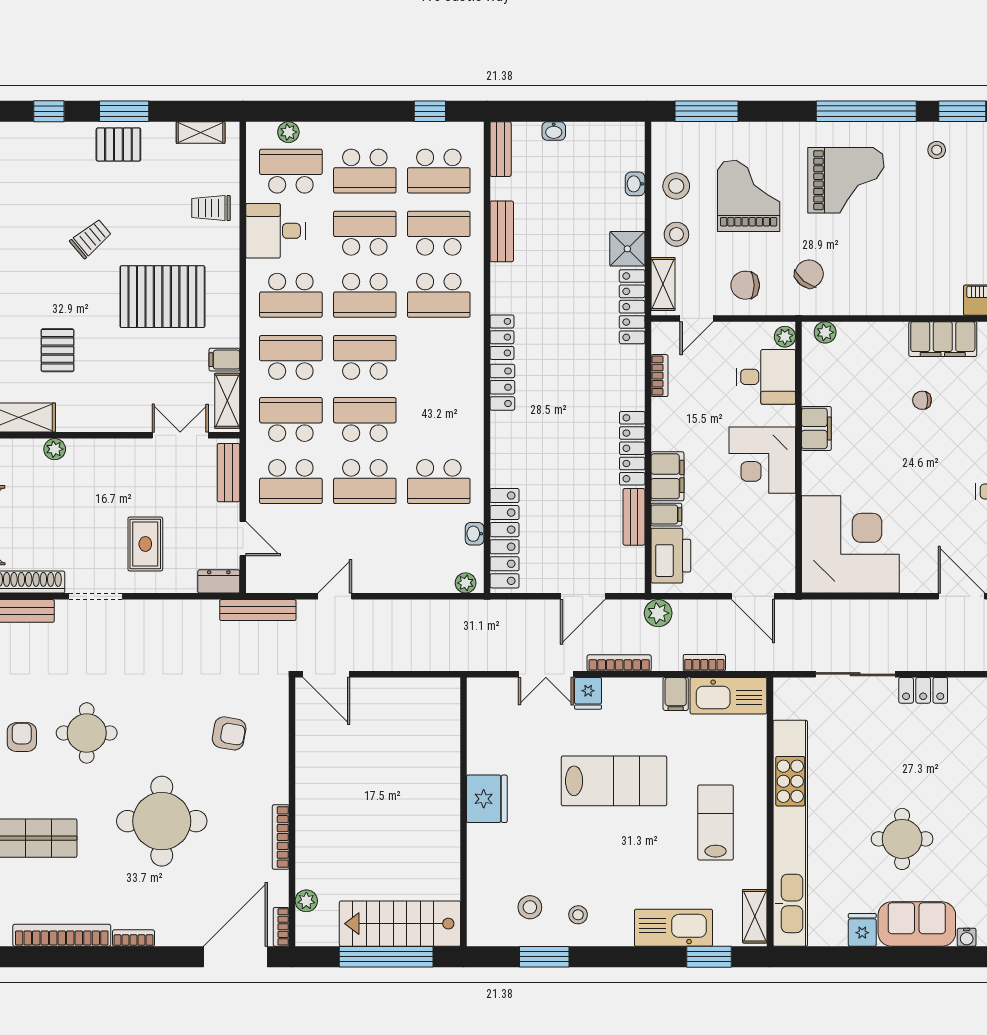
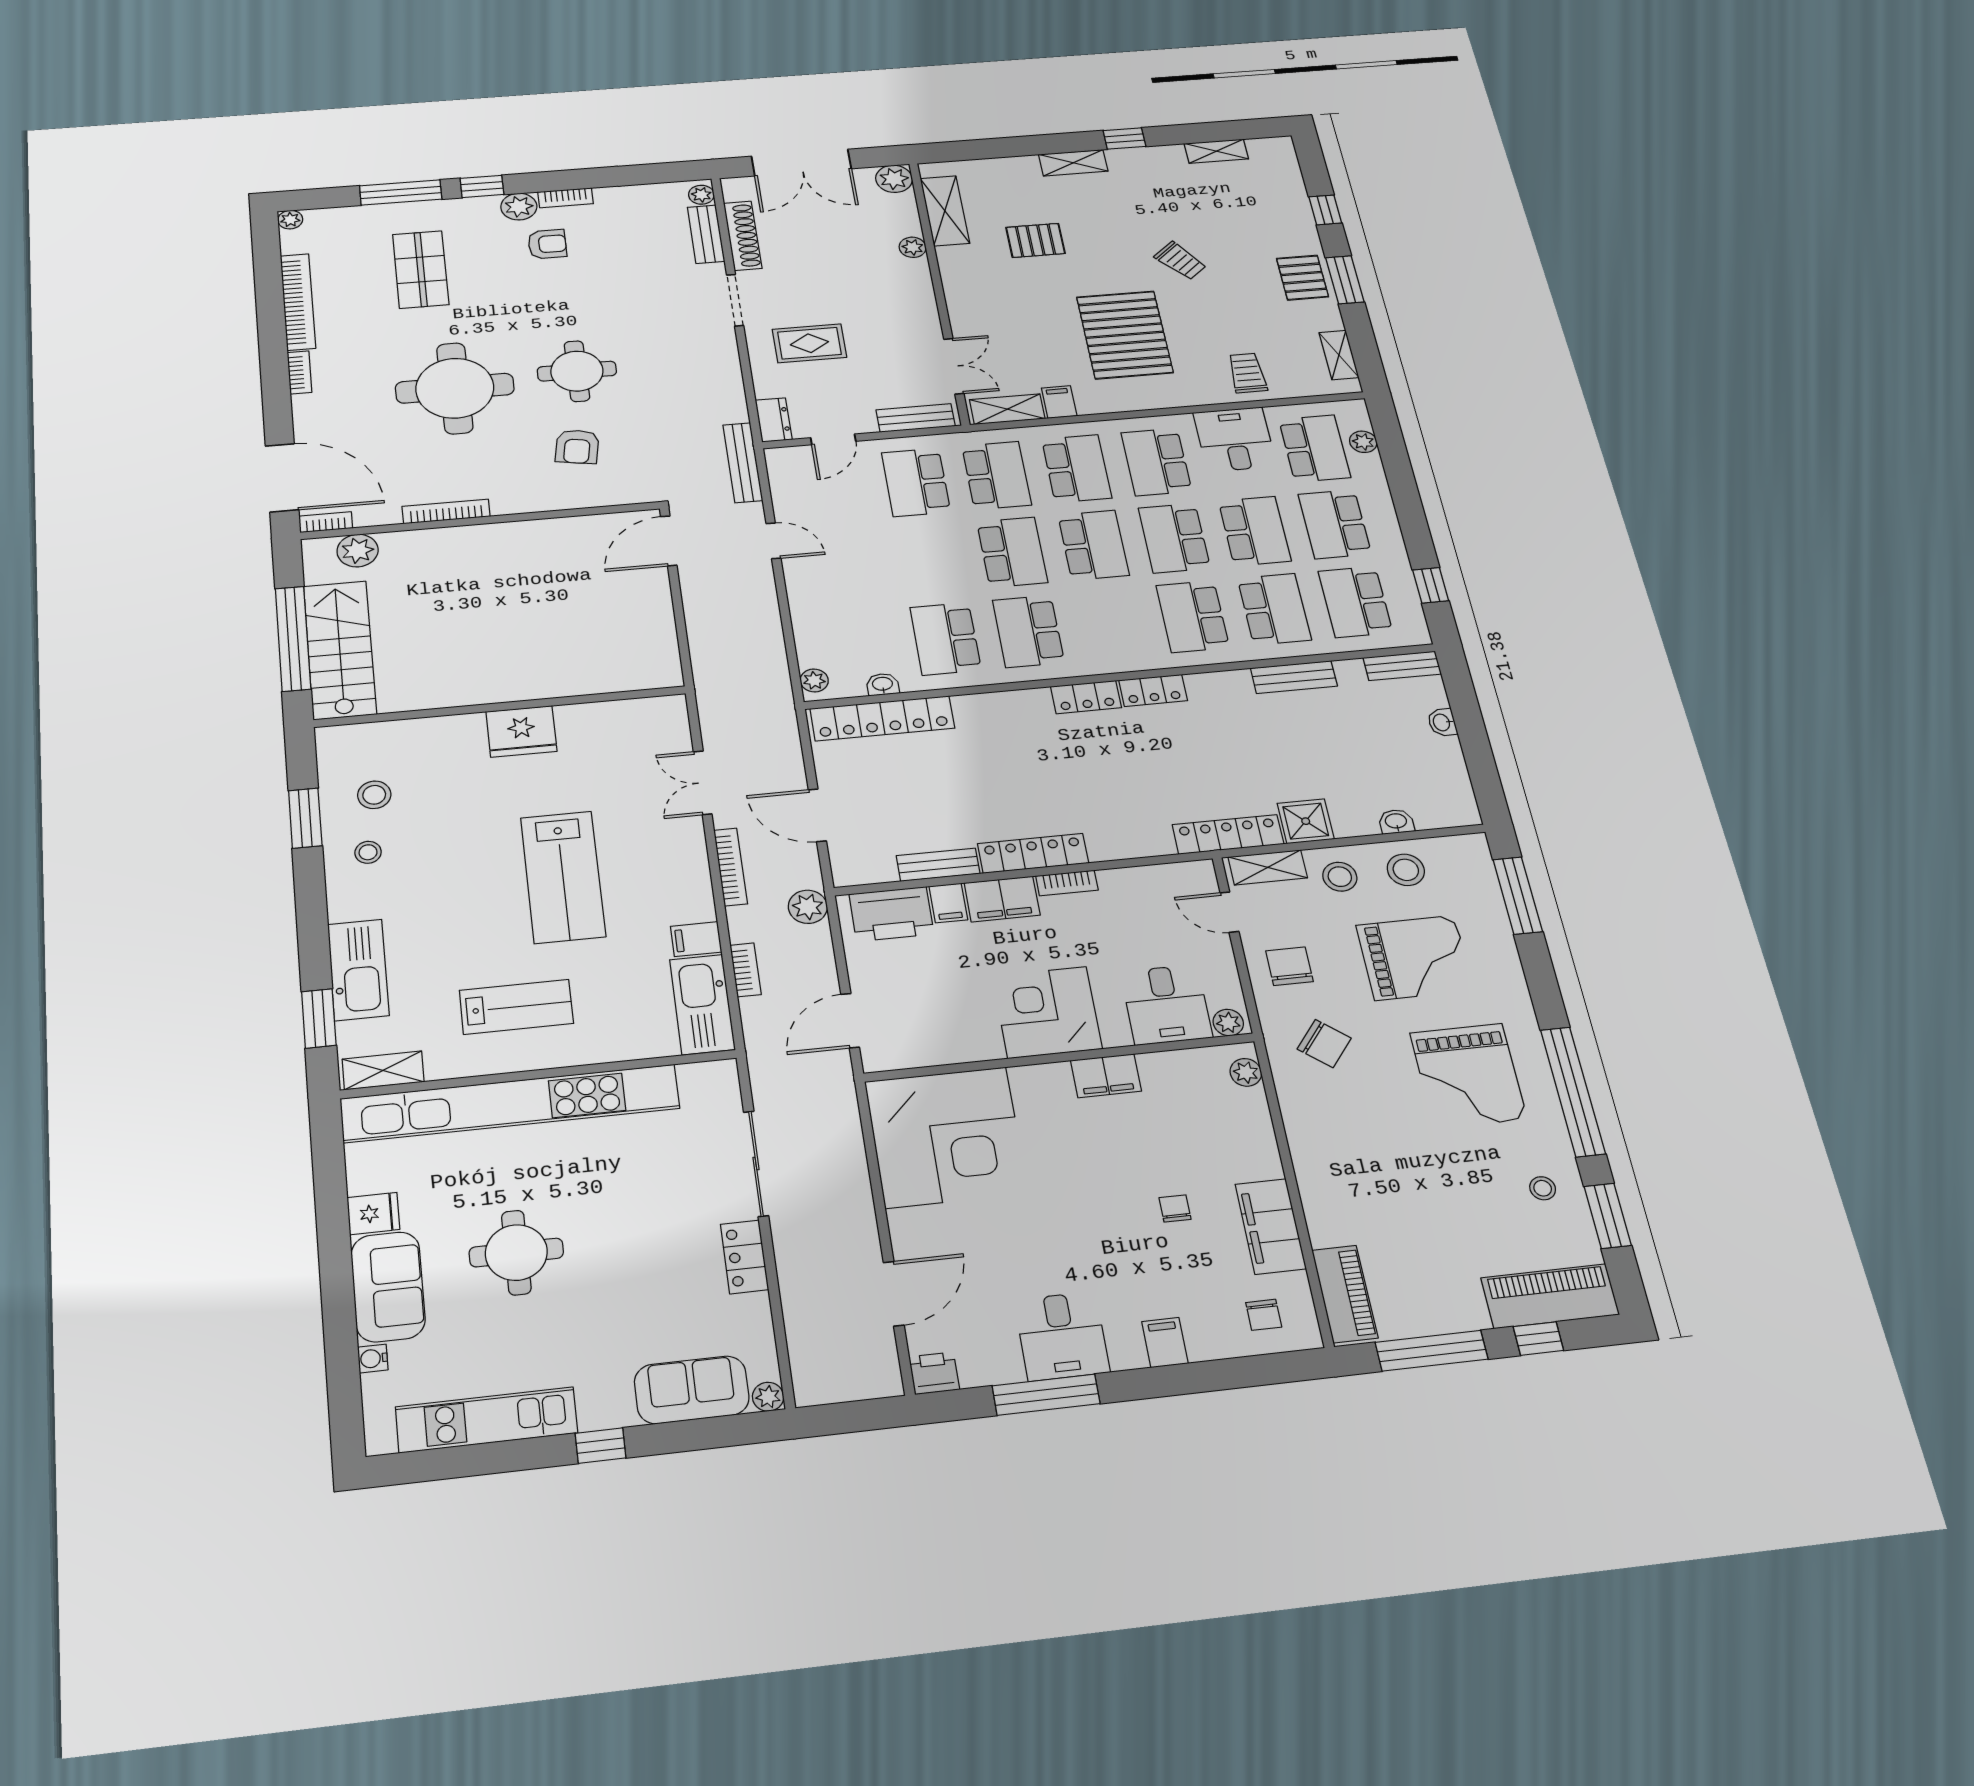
bookcase: (659, 376) -> (1067, 883), moved
school desk: (365, 482) -> (1028, 631), moved
fridge: (588, 693) -> (683, 834), removed
round table: (87, 733) -> (577, 371), moved
plant: (306, 901) -> (358, 551), width x1.38, depth x1.38

